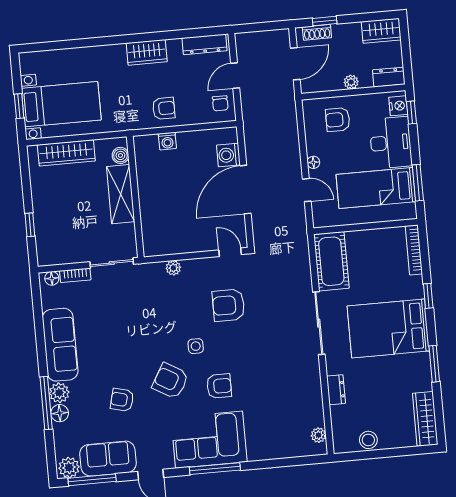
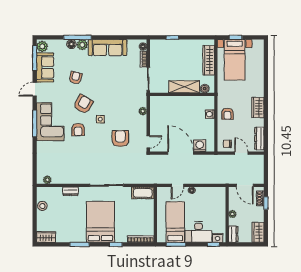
armchair: (338, 120) -> (213, 205), removed
cot: (331, 261) -> (143, 193), width x0.73, depth x0.75
wardrobe: (425, 419) -> (46, 237), width x0.67

